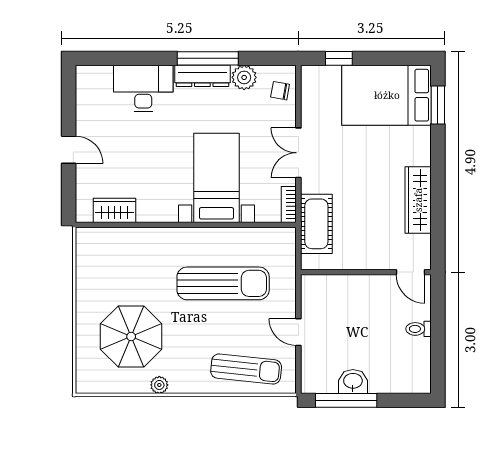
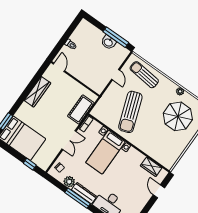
door: (69, 150) -> (159, 191), moved
sun lounger: (223, 283) -> (130, 112), turned -110

